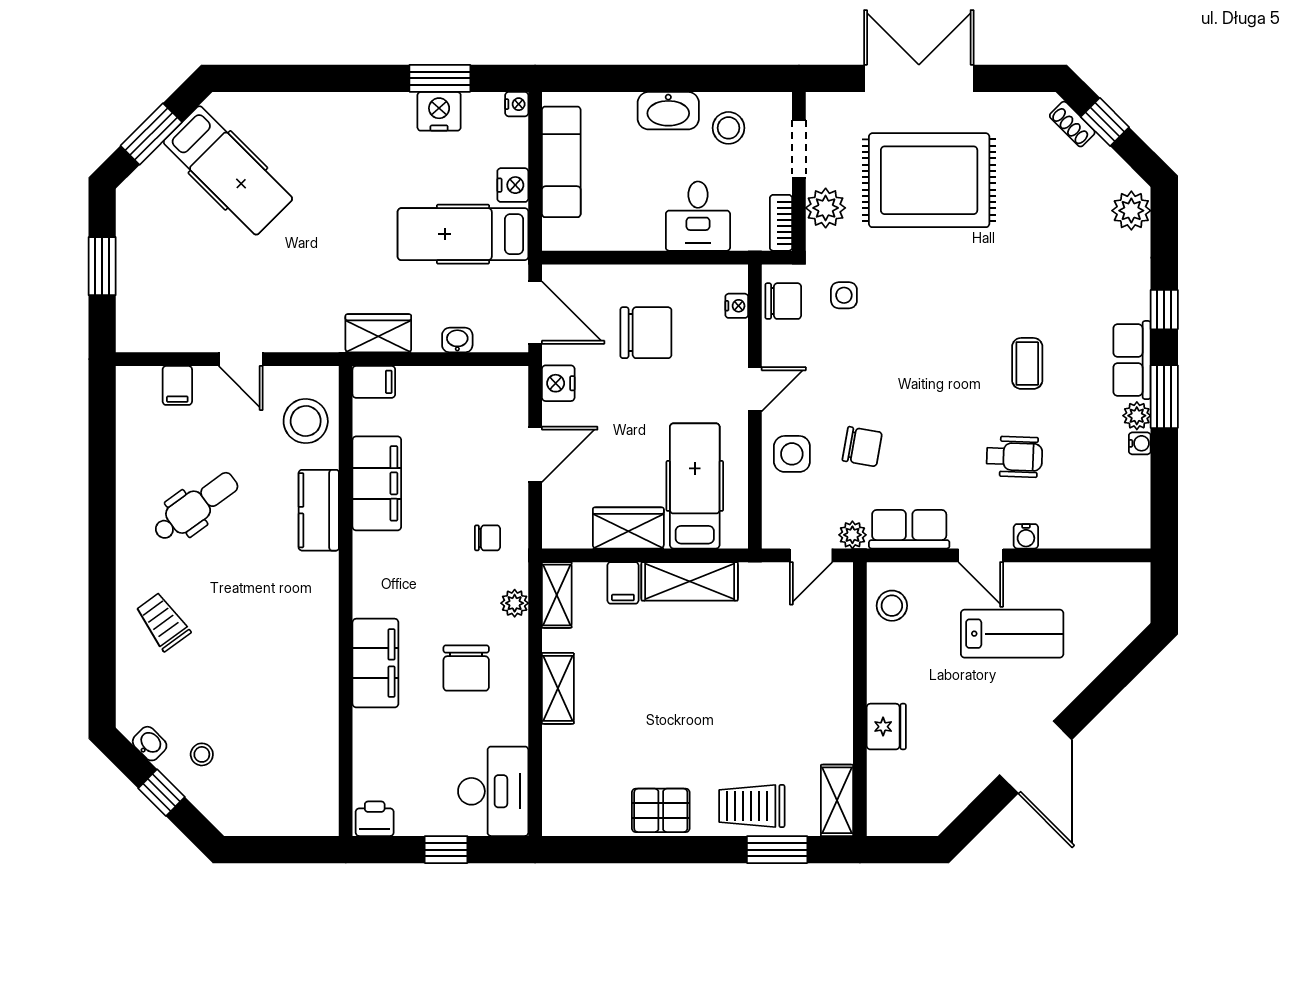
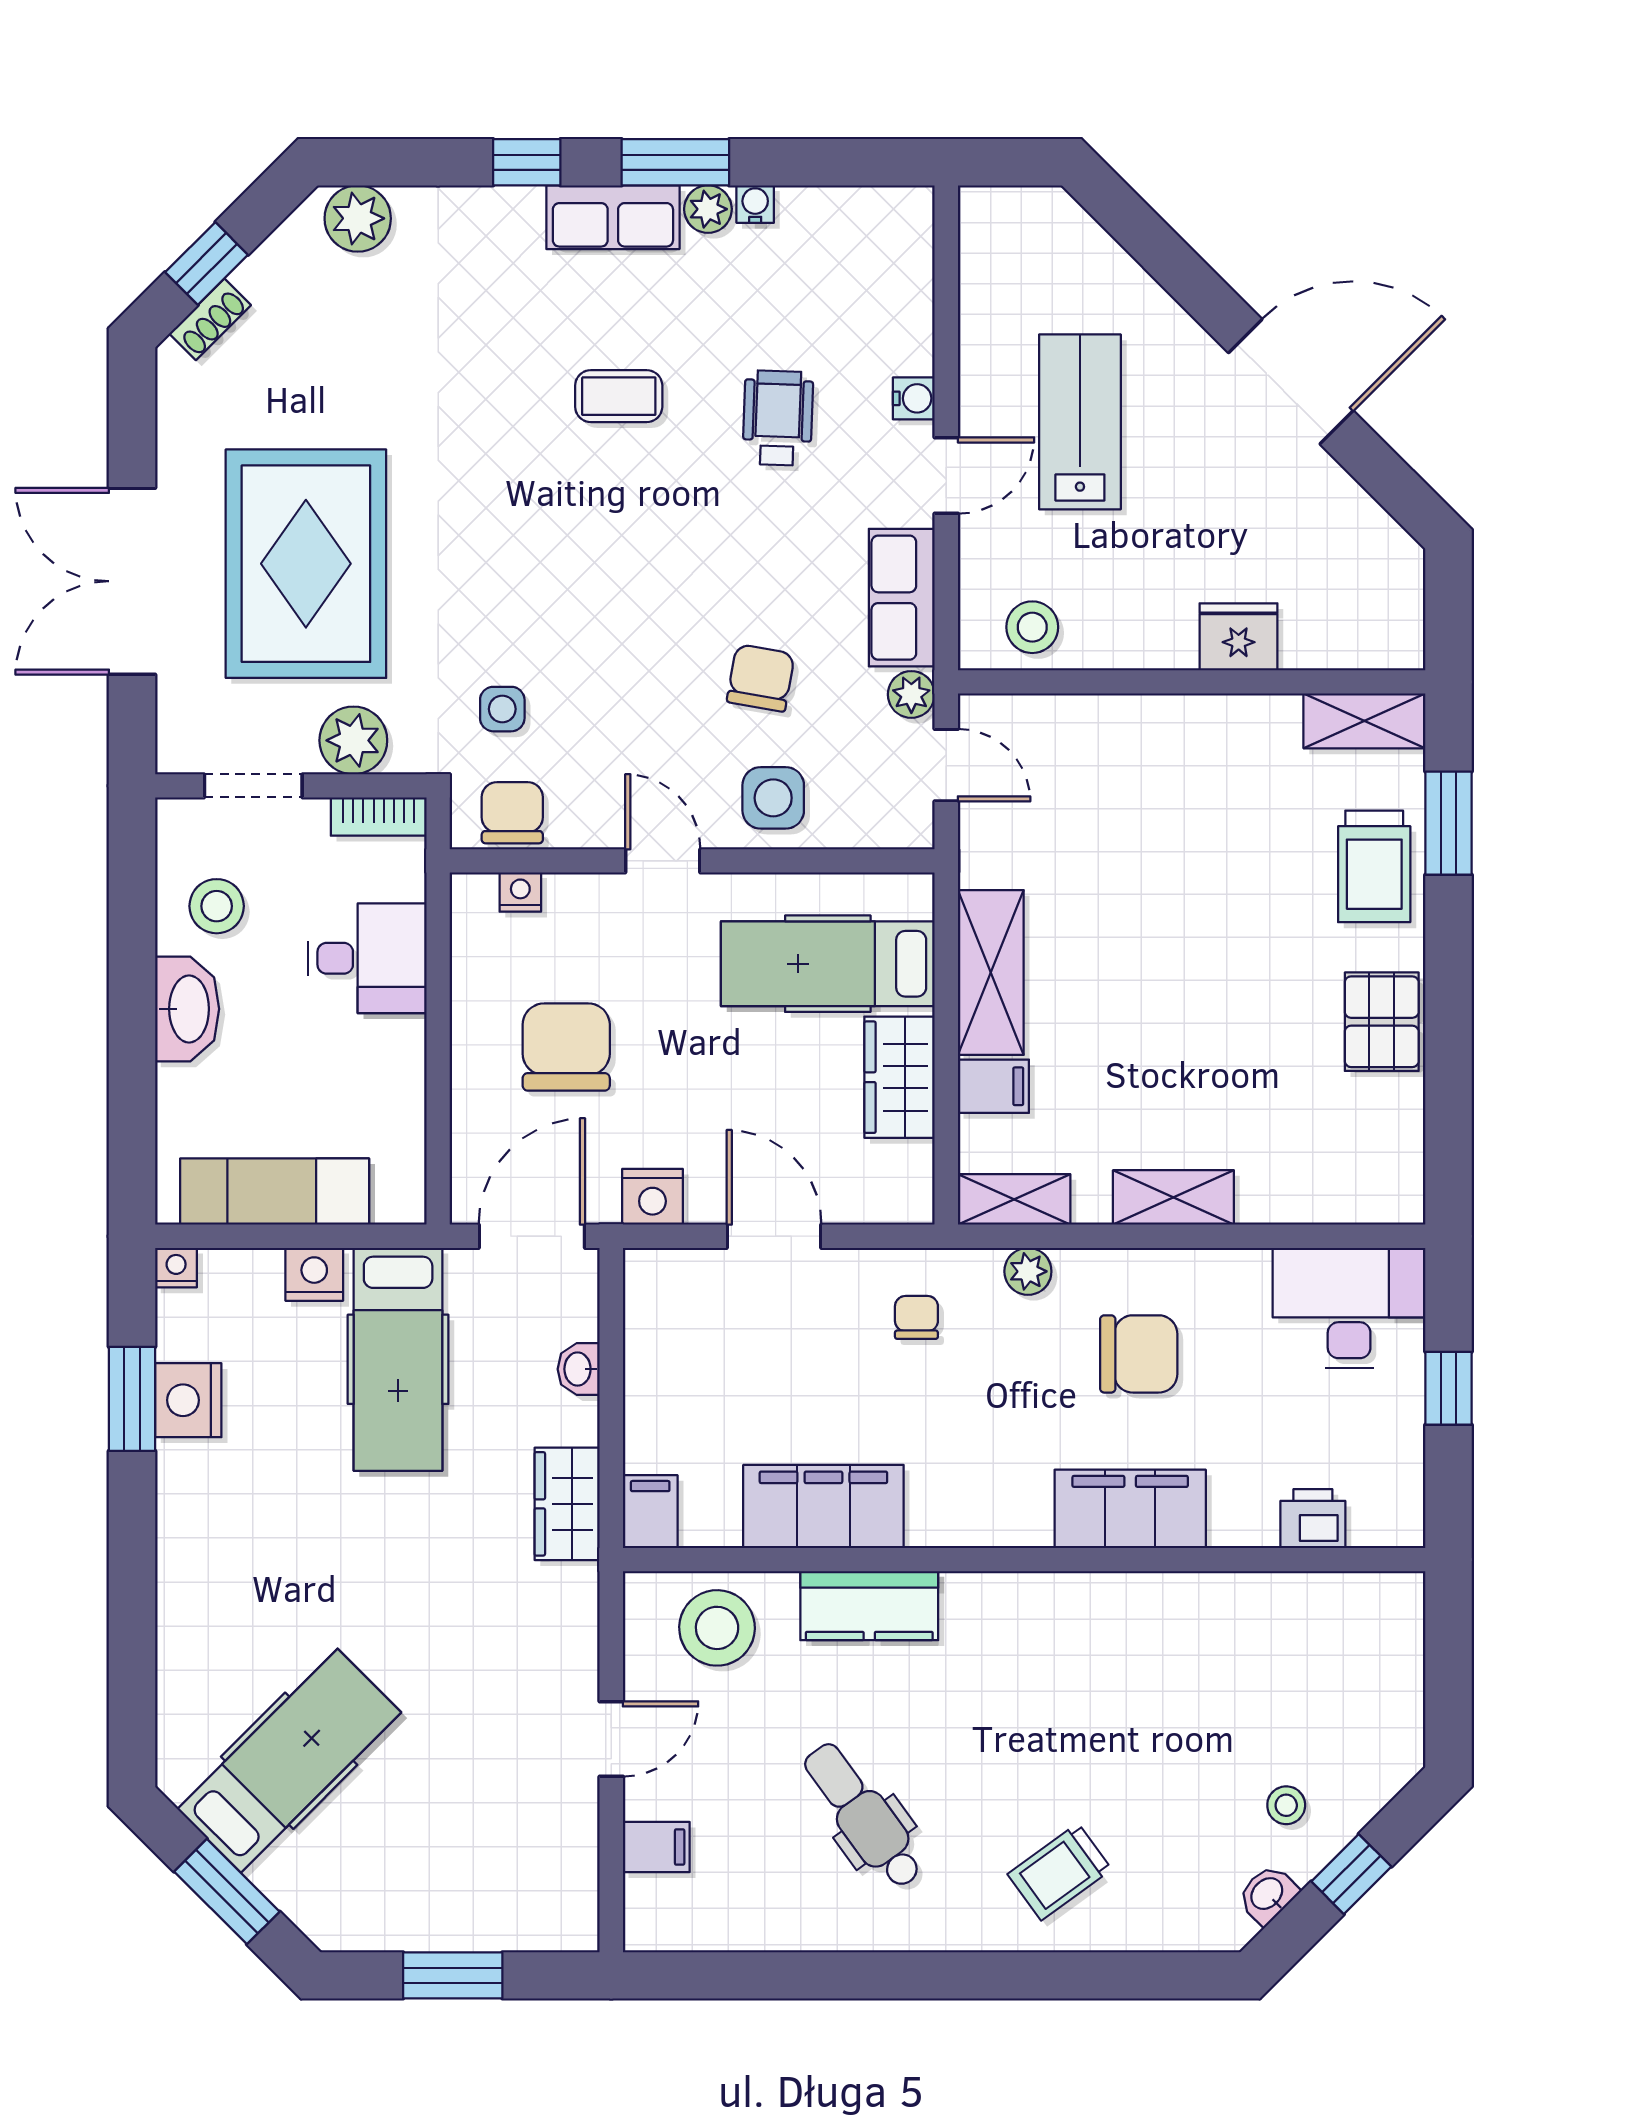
printer: (375, 819) -> (1313, 1519), moved, turned 90

